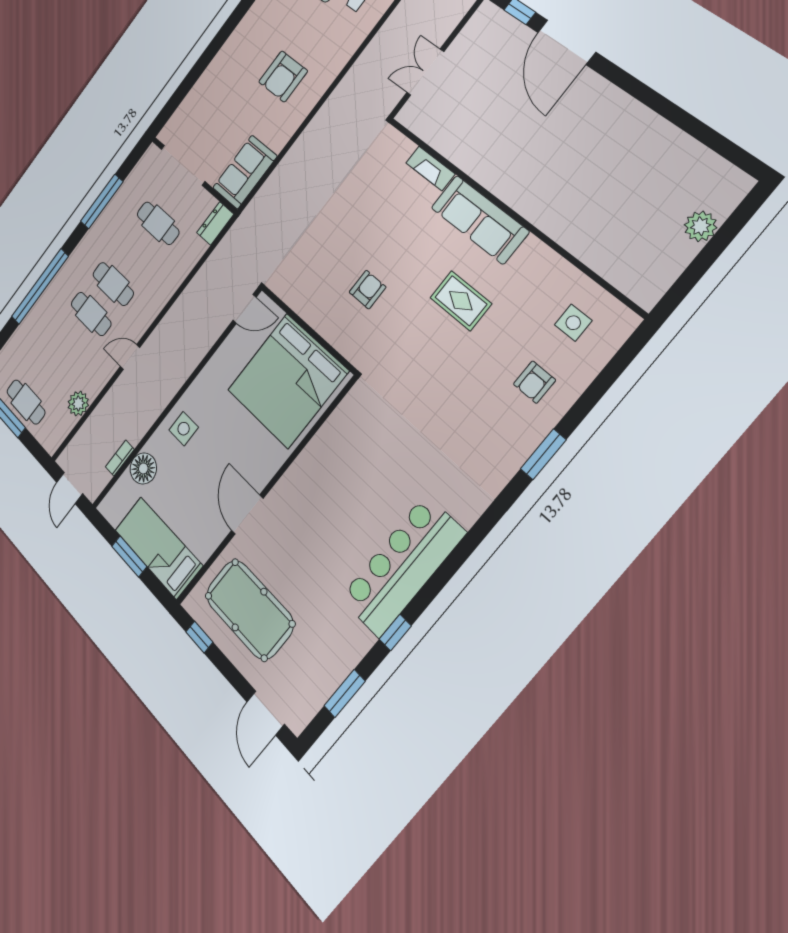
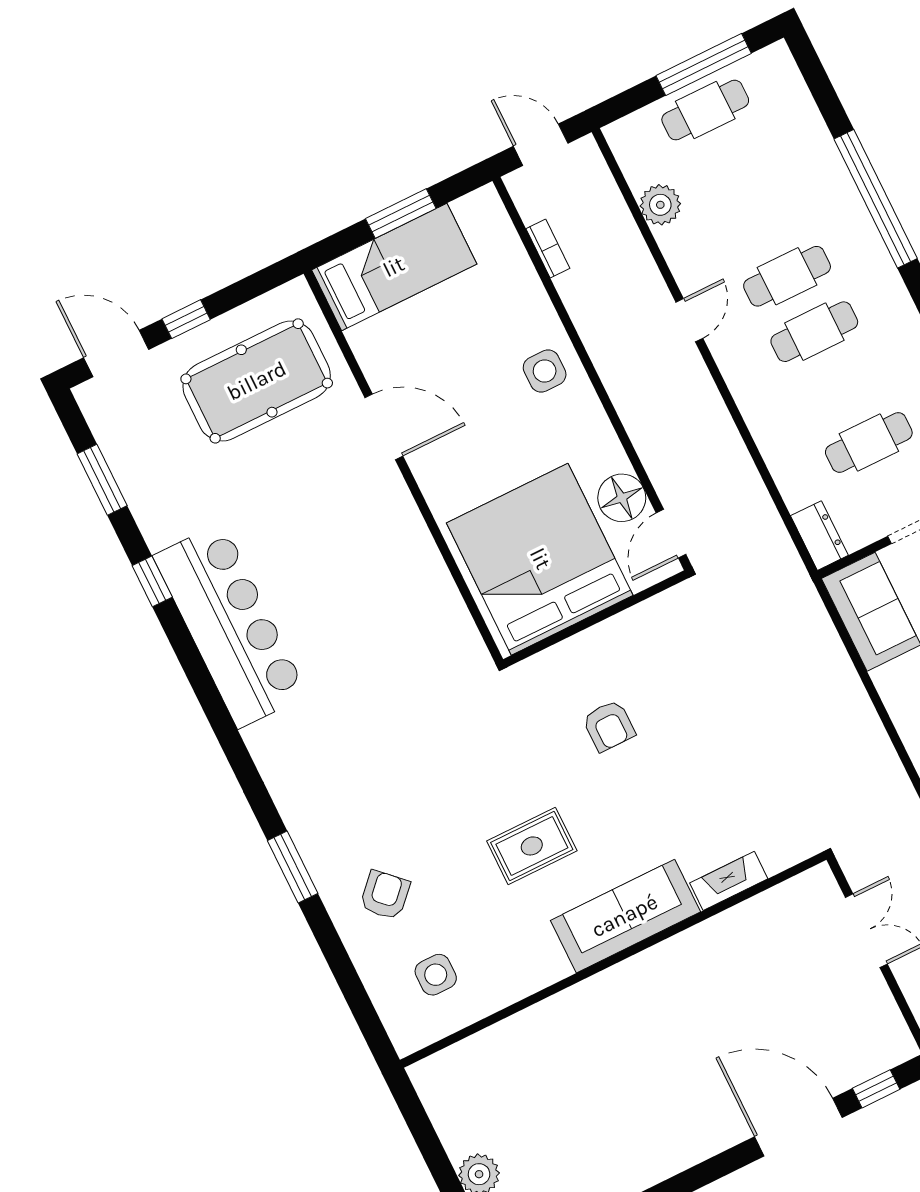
armchair: (535, 382) -> (385, 895), turned 44
floor lamp: (143, 468) -> (622, 498), moved
window: (199, 637) -> (186, 319), moved

